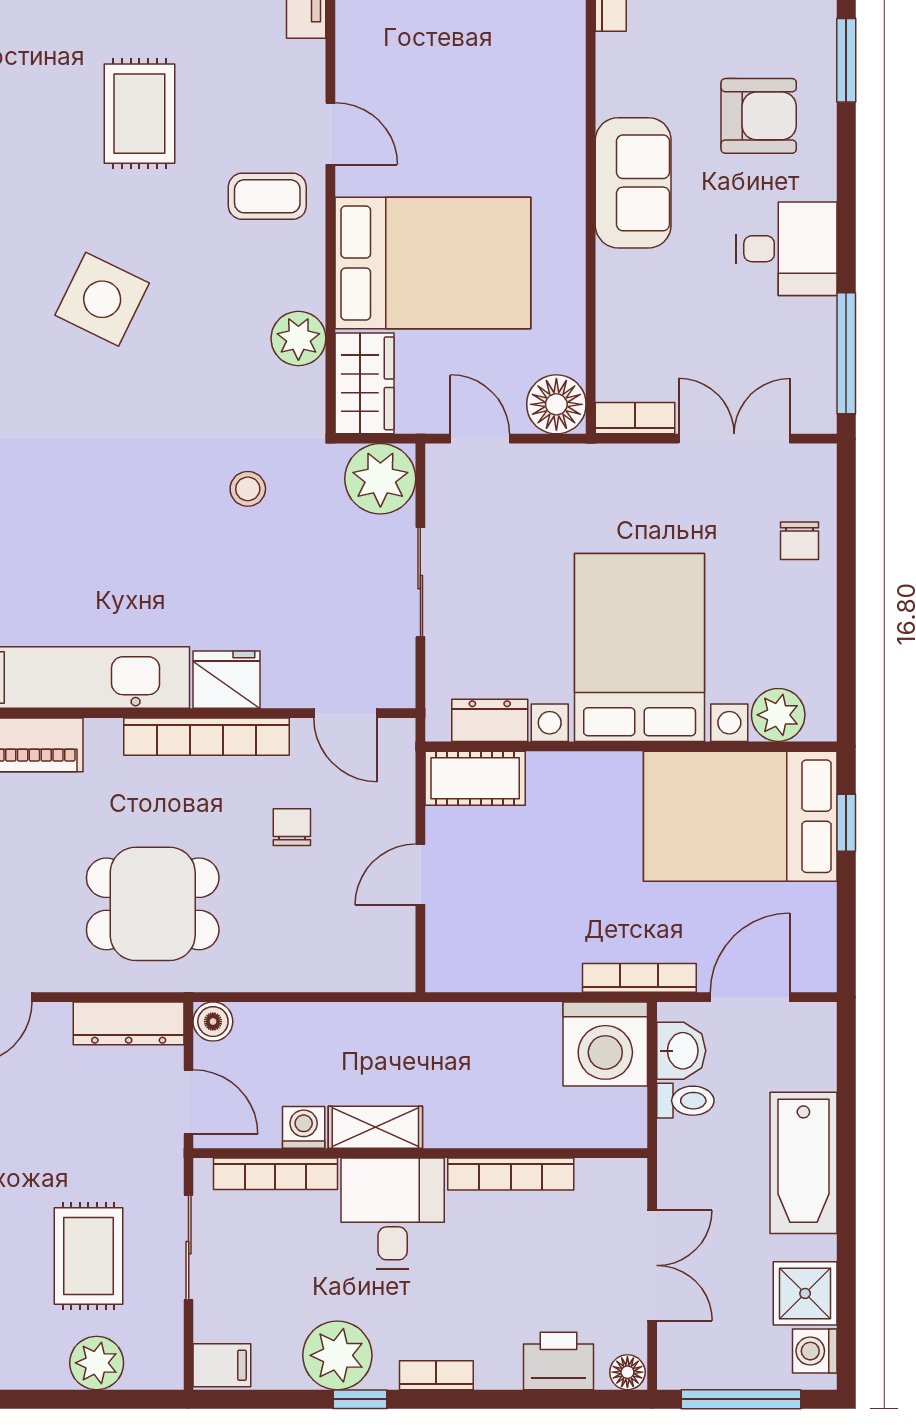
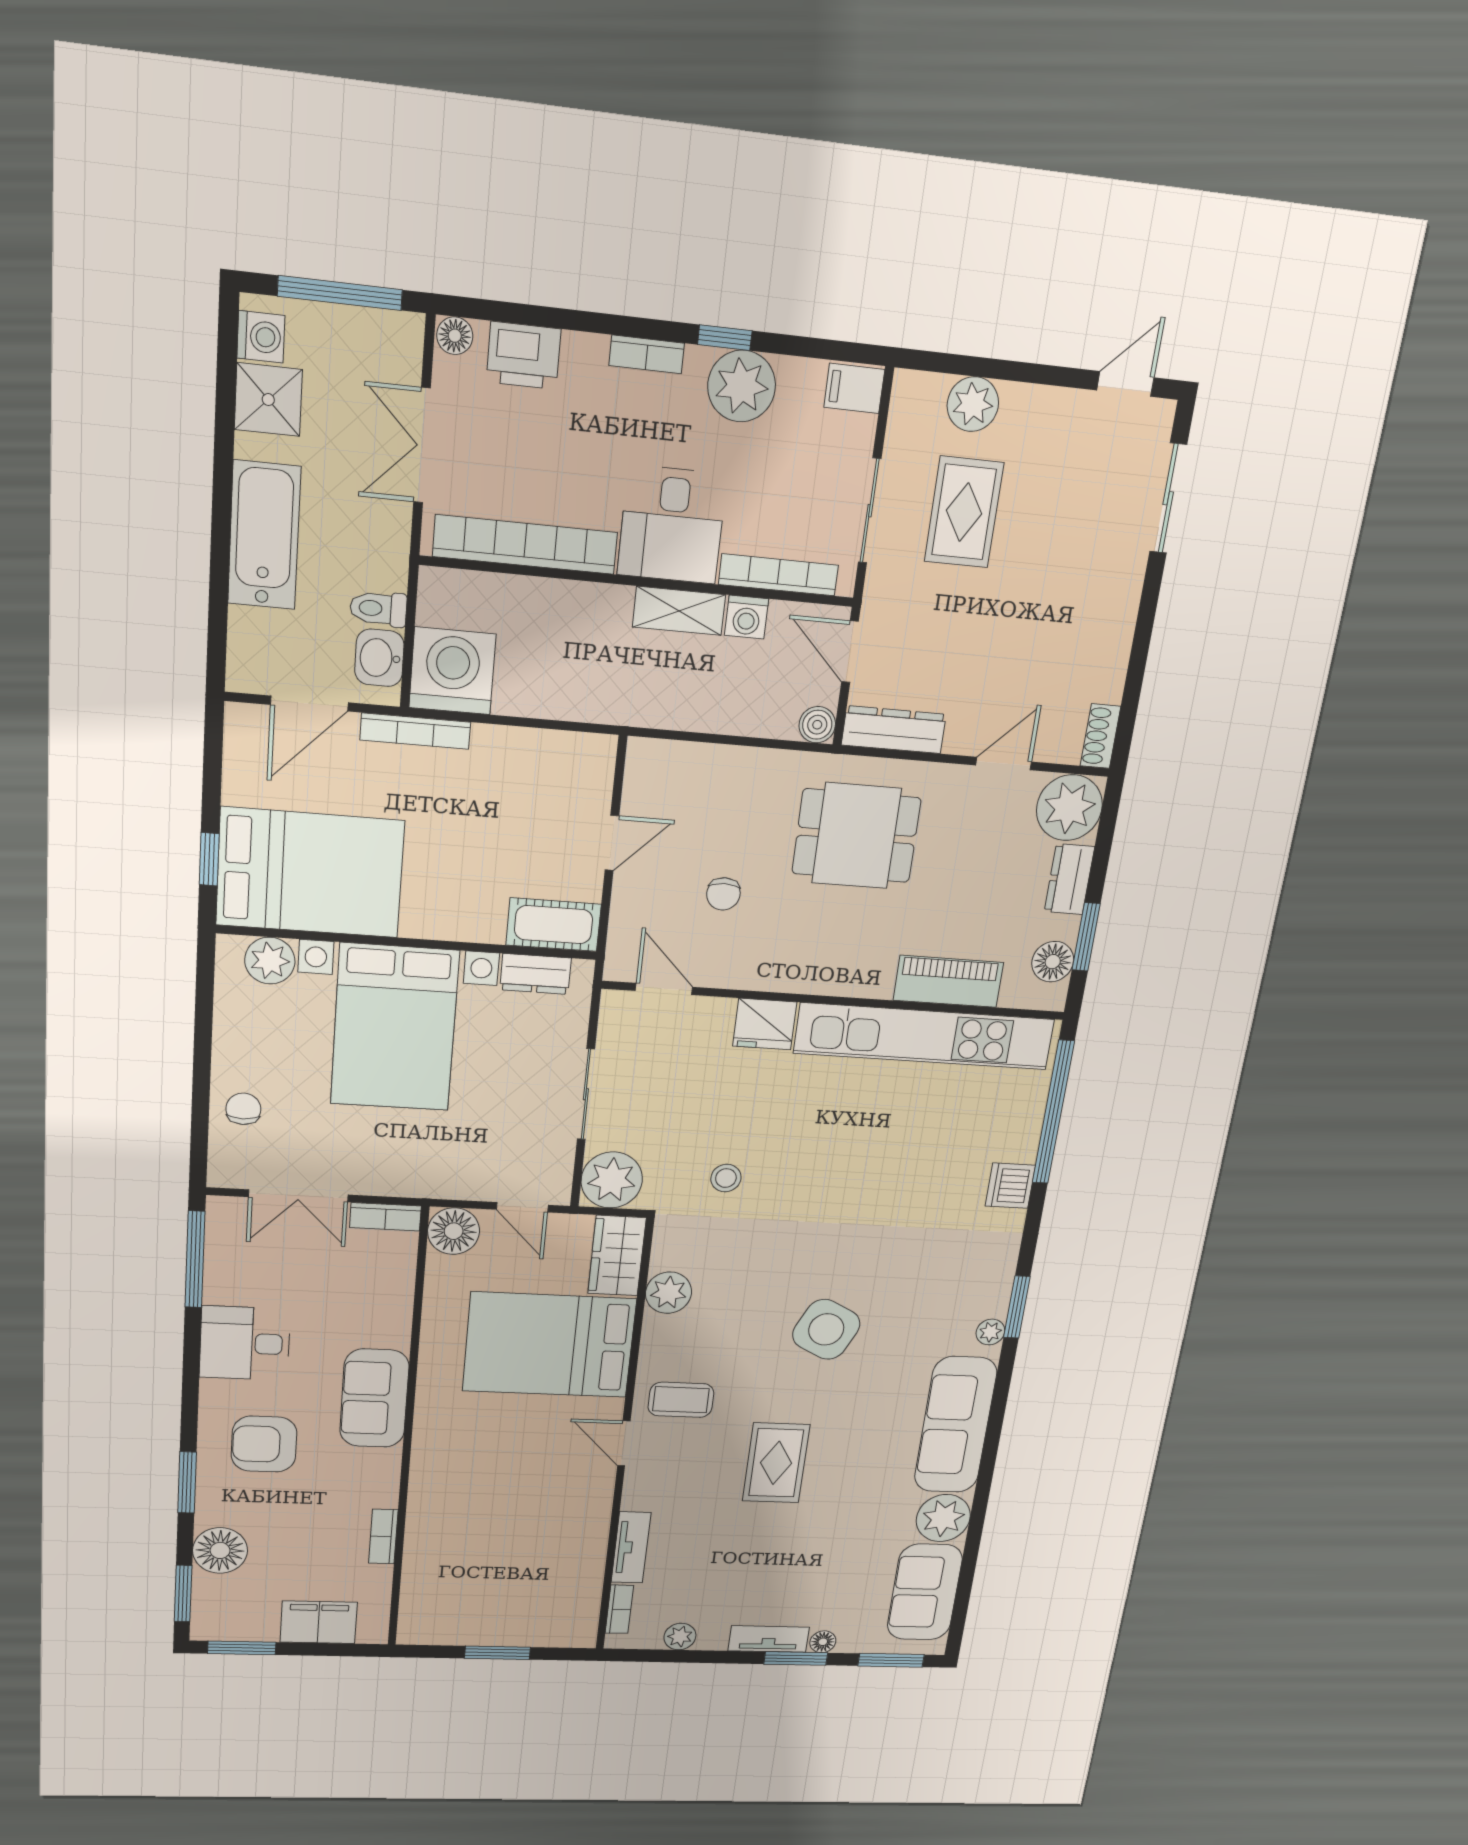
bookcase: (207, 737) -> (789, 977), removed
bookcase: (511, 1174) -> (525, 544), width x1.48, depth x1.31

